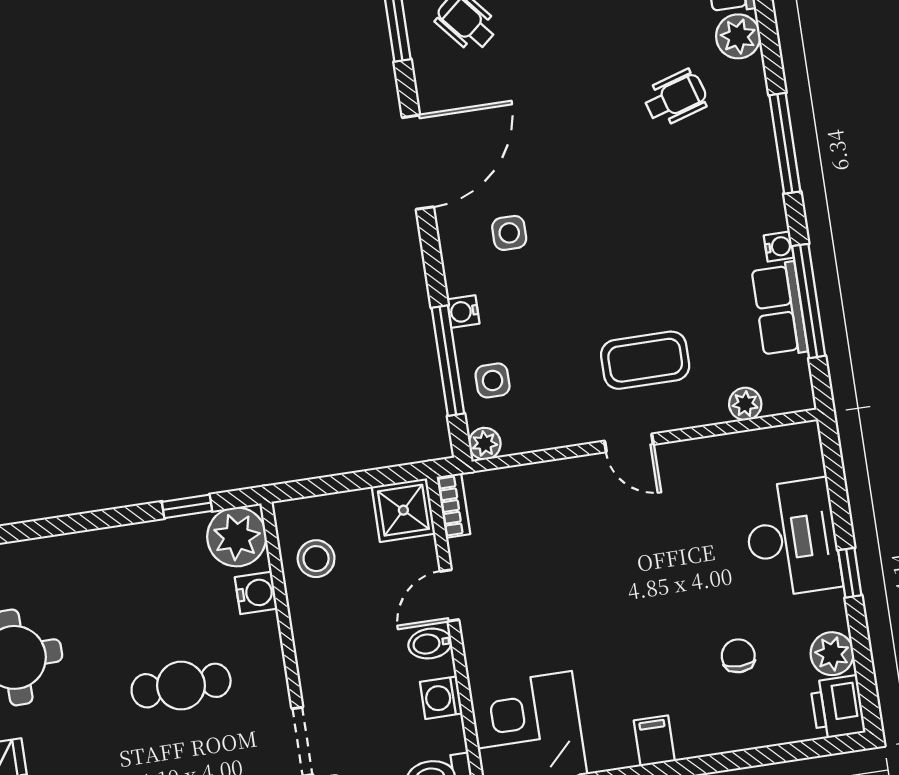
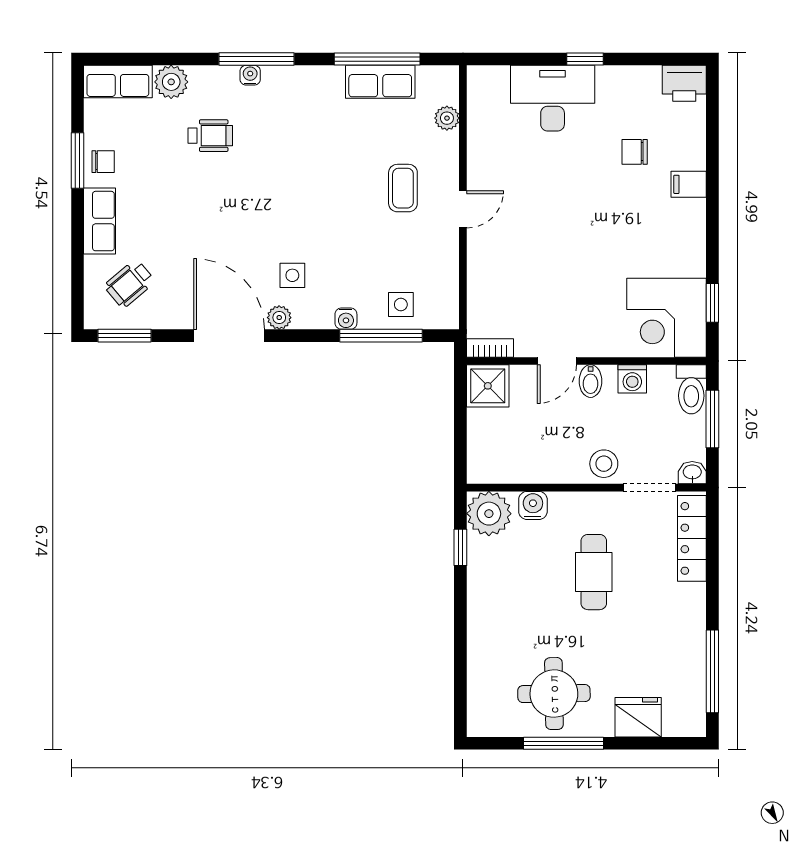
wheelchair: (676, 98) -> (210, 136), turned 107
water cooler: (779, 247) -> (250, 75), moved
coffee table: (645, 360) -> (403, 188), width x0.73, depth x0.77
plant: (485, 444) -> (279, 318), moved
stool: (316, 559) -> (604, 464), moved
door: (450, 596) -> (557, 361), hinge flipped
plant: (832, 654) -> (644, 81), removed
filing cabinet: (654, 741) -> (689, 184), moved

